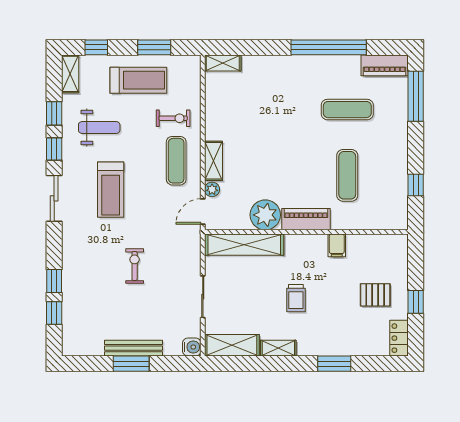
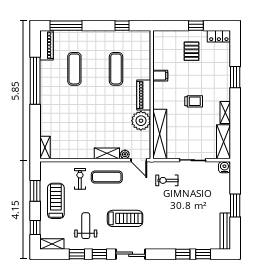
exercise mat: (347, 175) -> (116, 69), turned 90
exercise bike: (135, 266) -> (167, 180), moved
bench: (134, 348) -> (225, 231), moved

